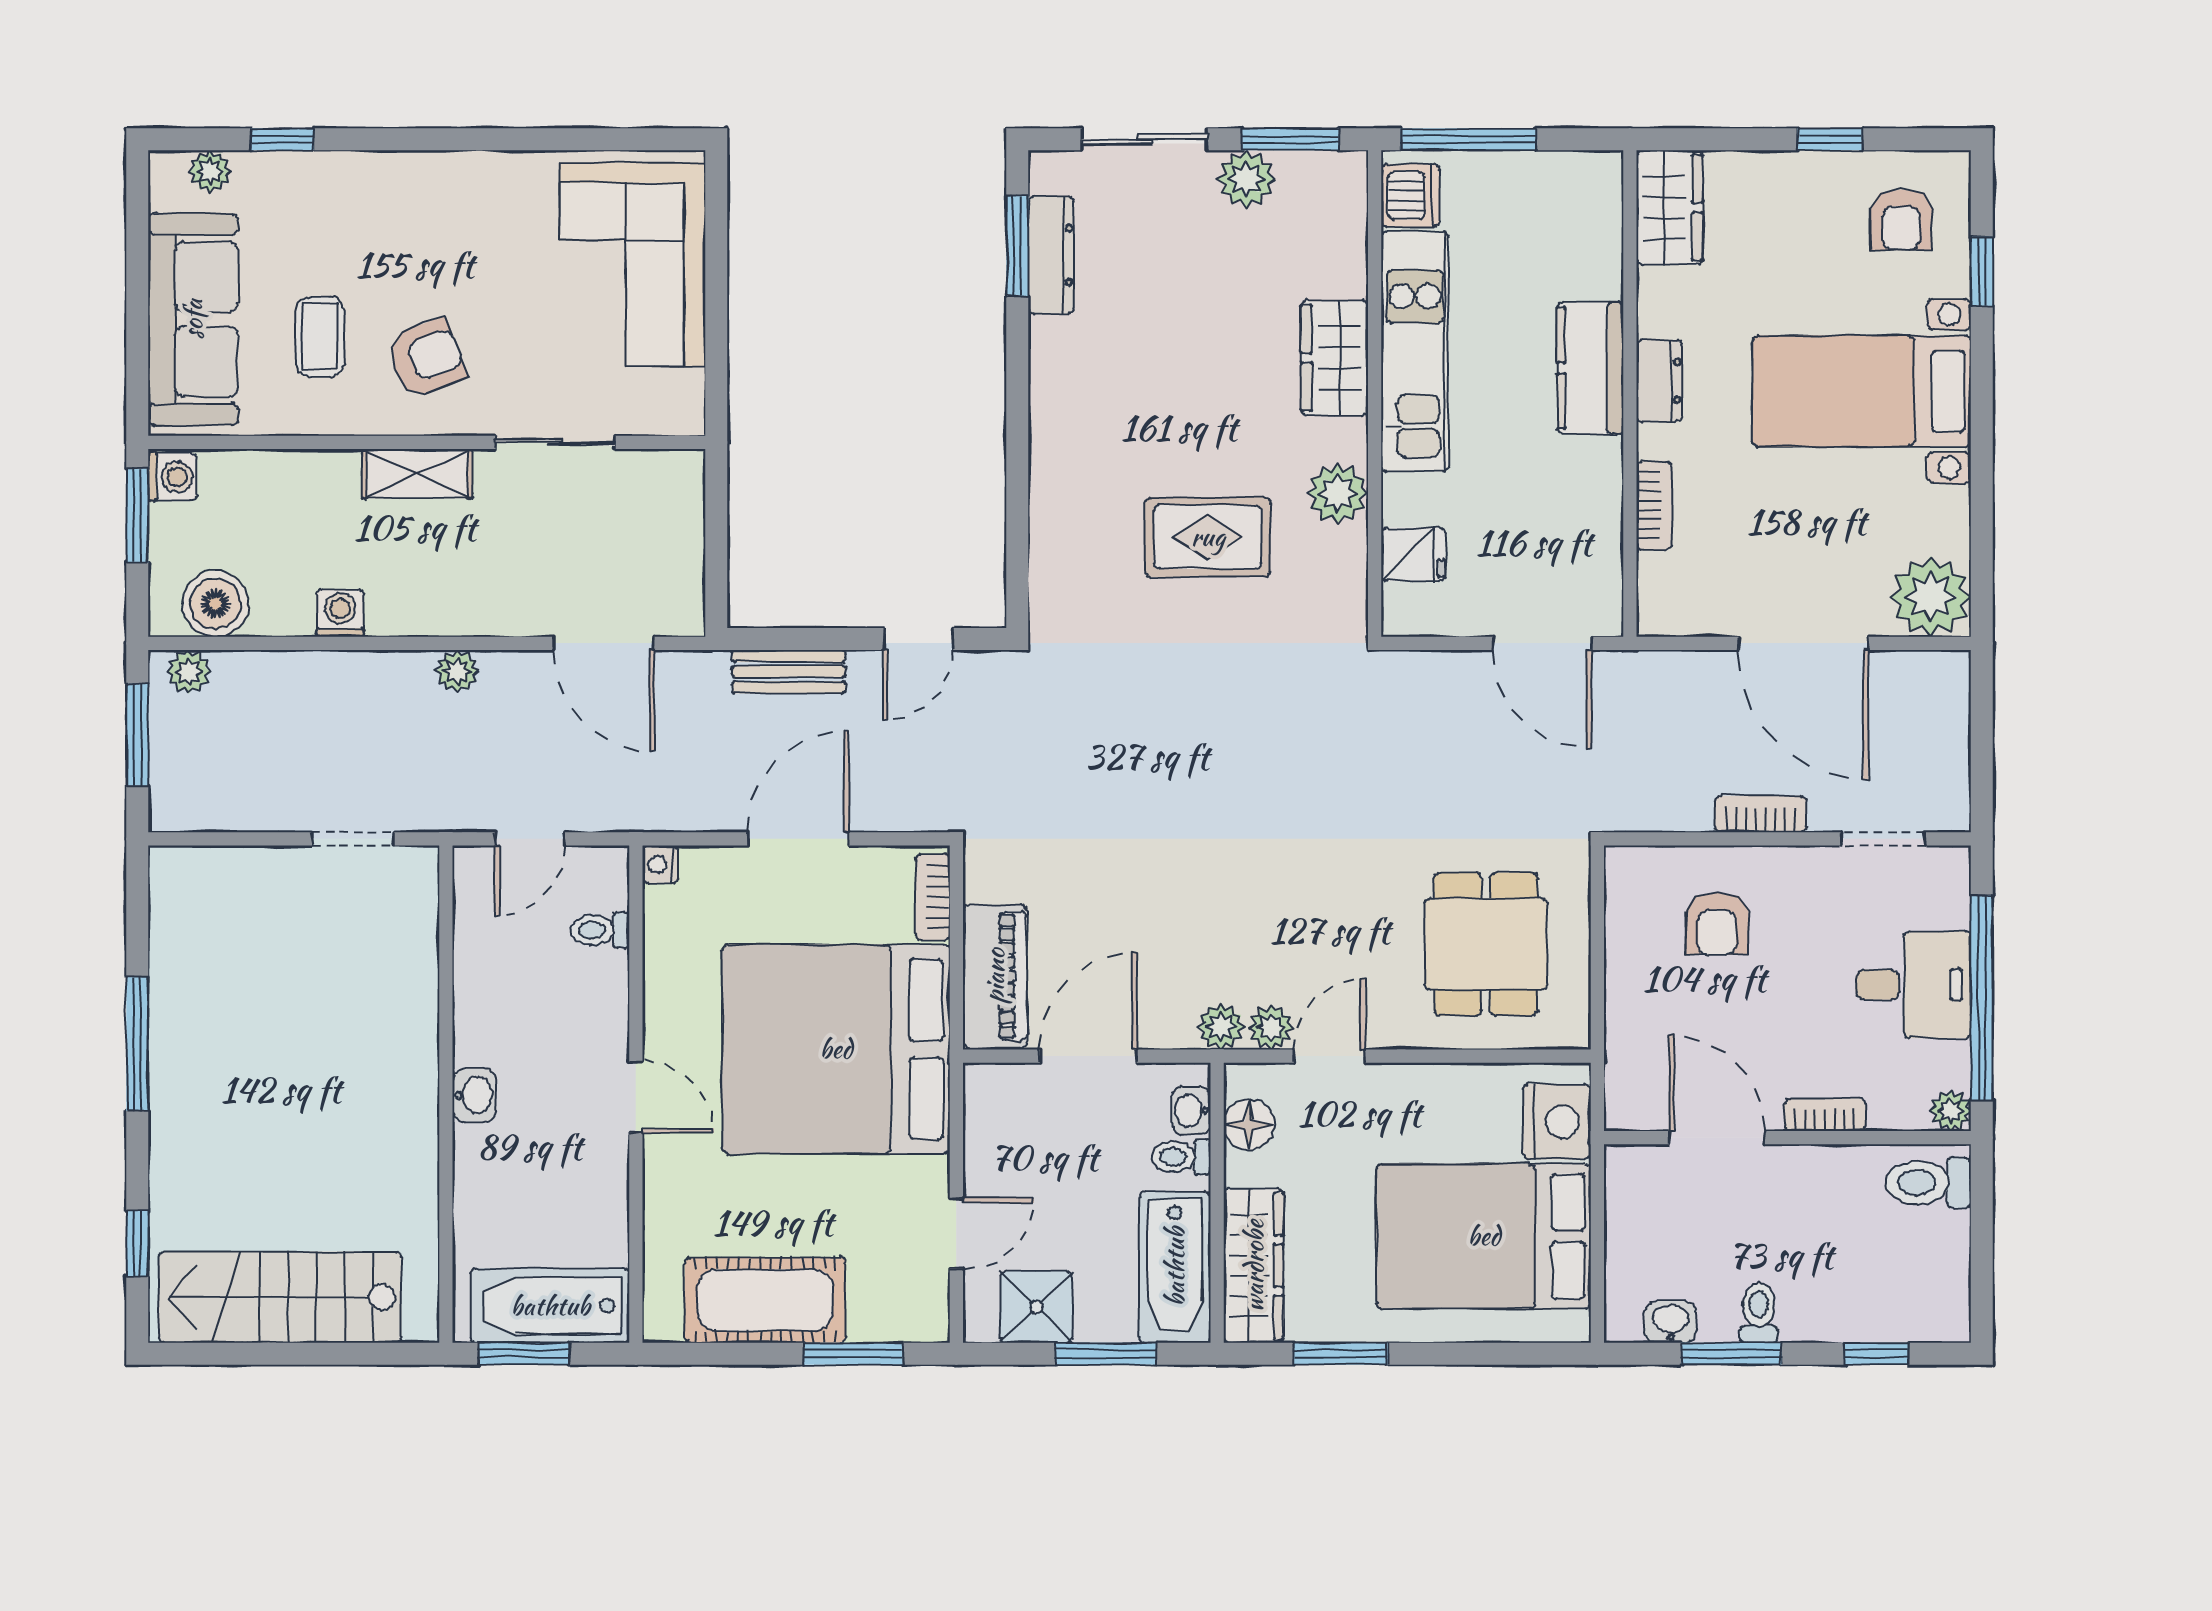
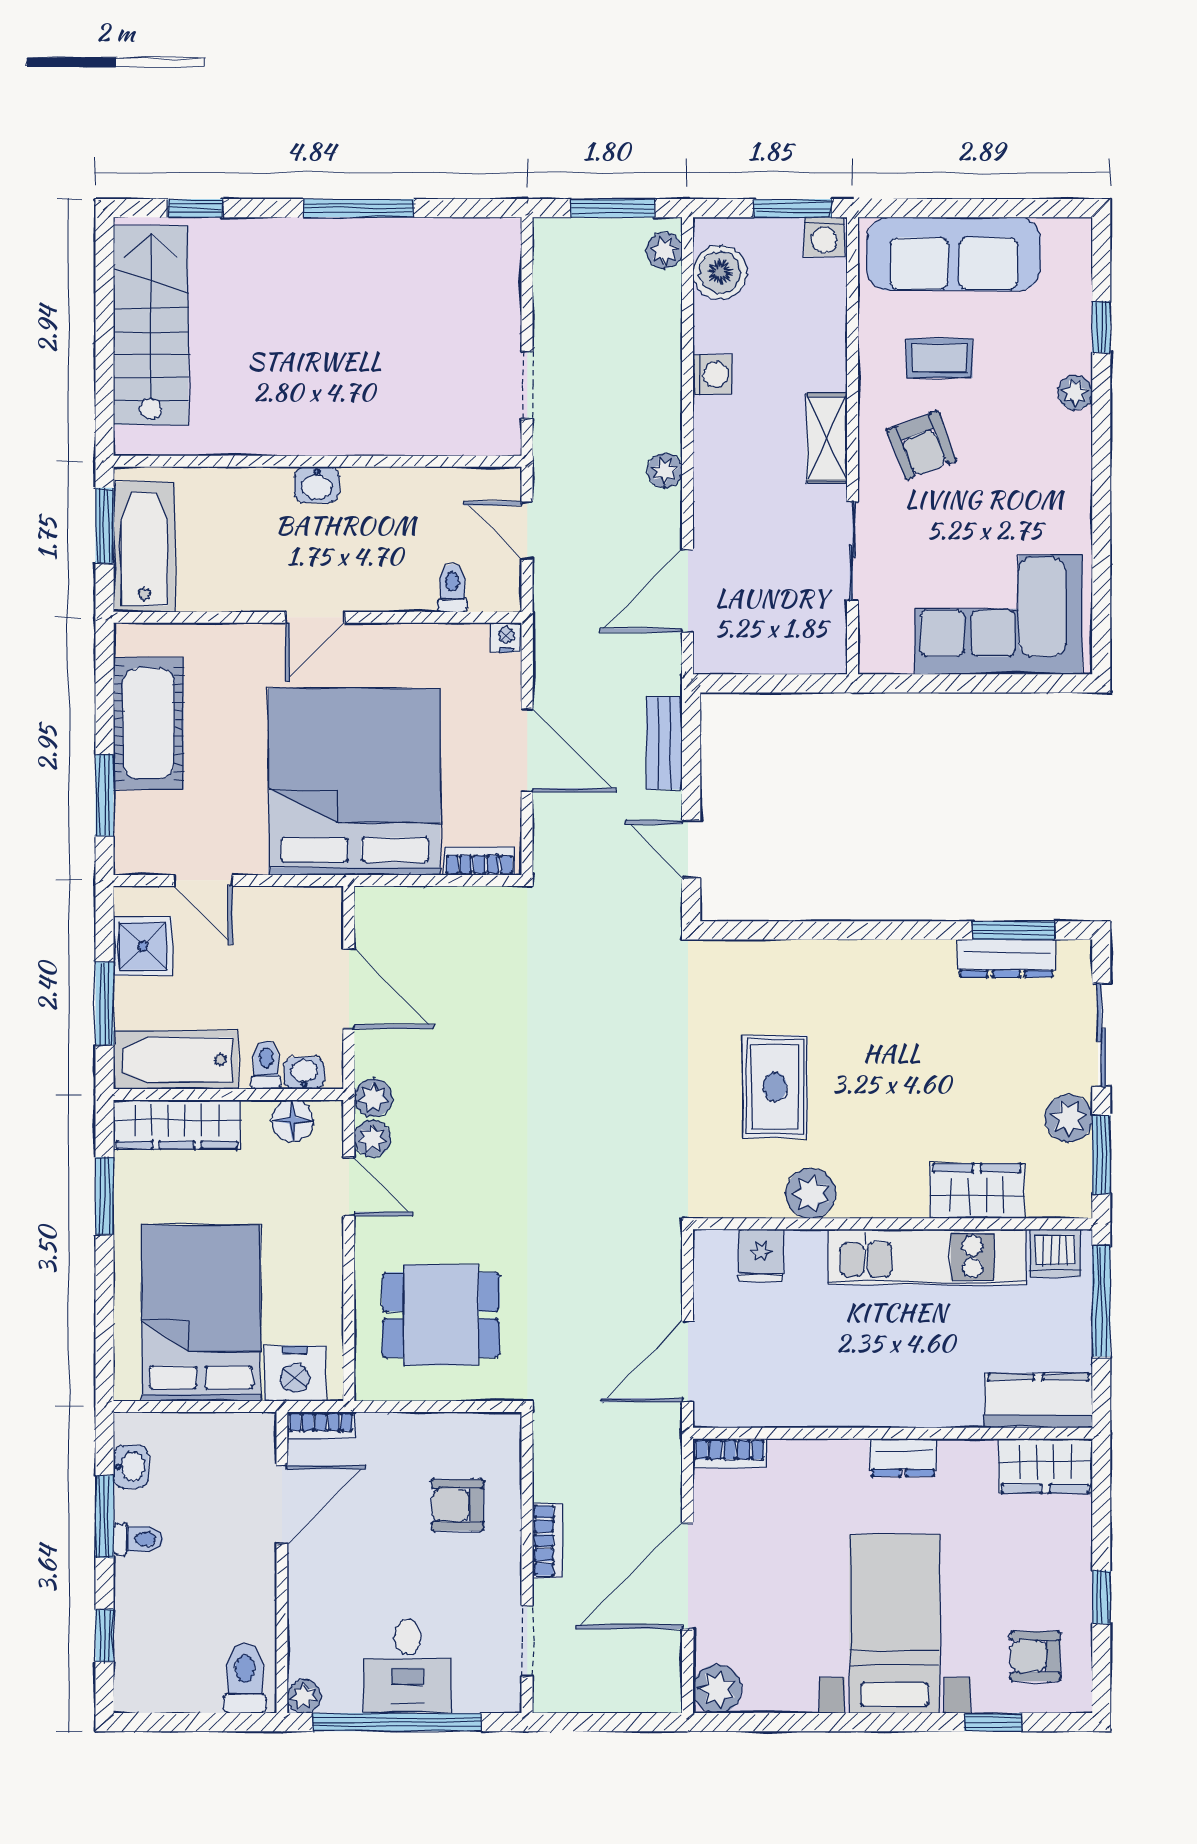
plant: (210, 171) -> (1075, 393), moved
wardrobe: (1335, 358) -> (977, 1191), moved
kitchen counter: (1590, 368) -> (1038, 1401), moved
bookcase: (1654, 505) -> (730, 1453), moved
plant: (1931, 597) -> (717, 1689), width x0.73, depth x0.73
piano: (995, 976) -> (414, 912), removed
bookcase: (1825, 1115) -> (321, 1425), moved, turned 90

